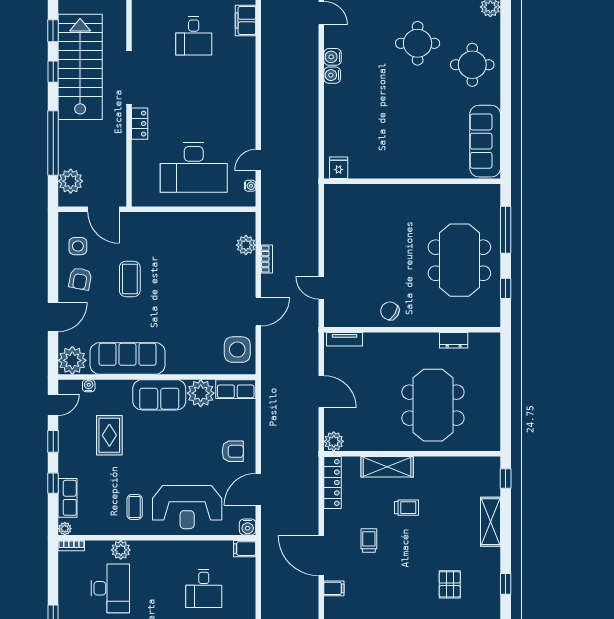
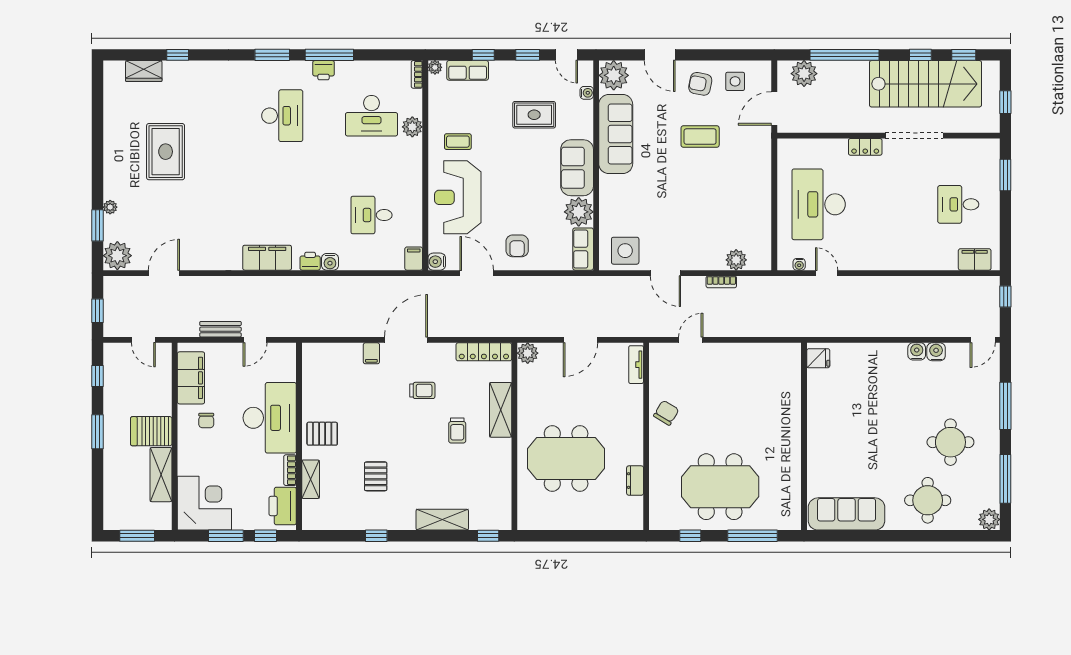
pallet: (450, 584) -> (376, 476), turned 90

